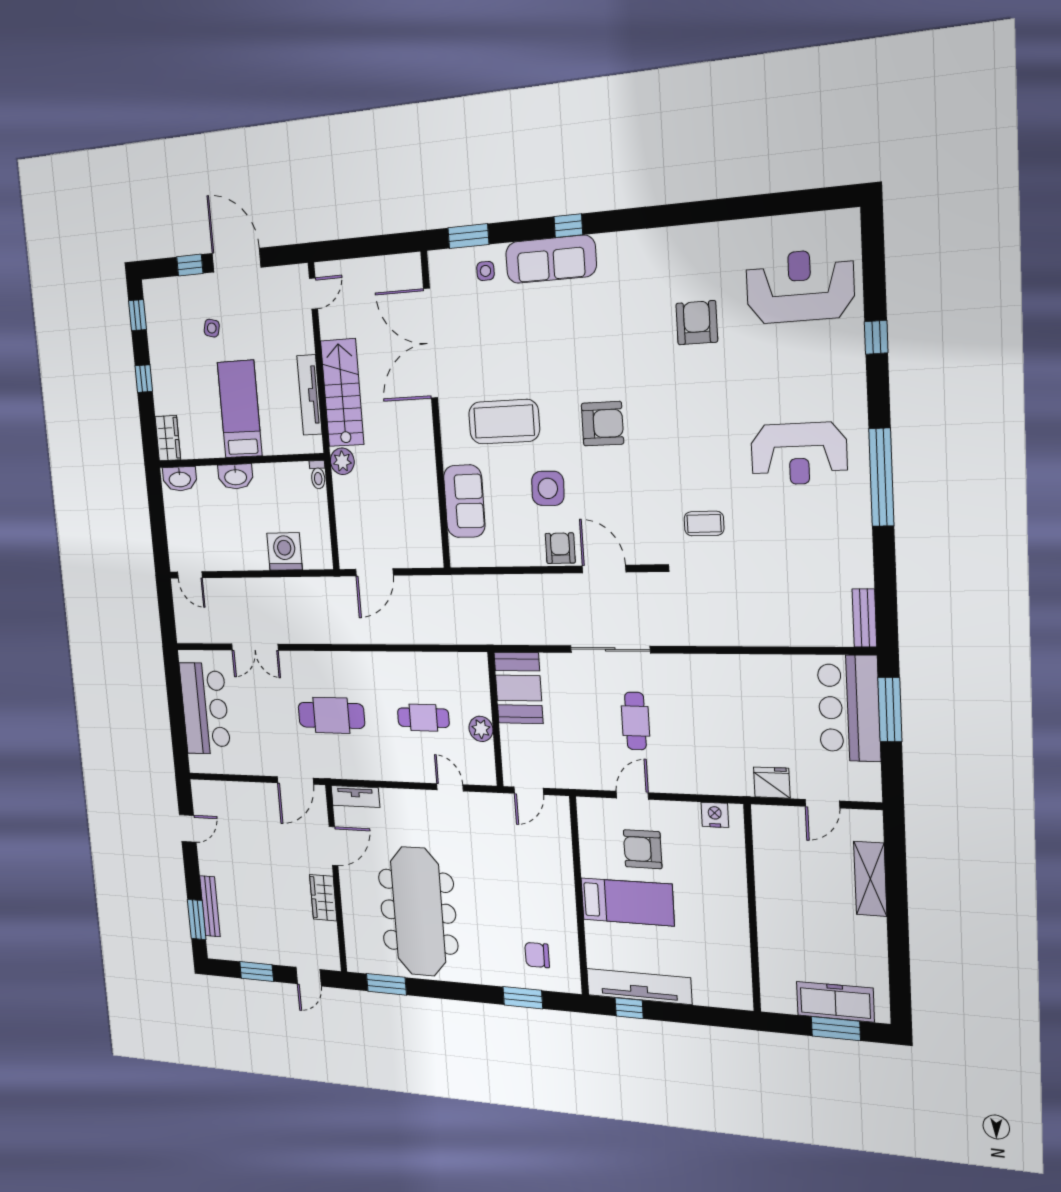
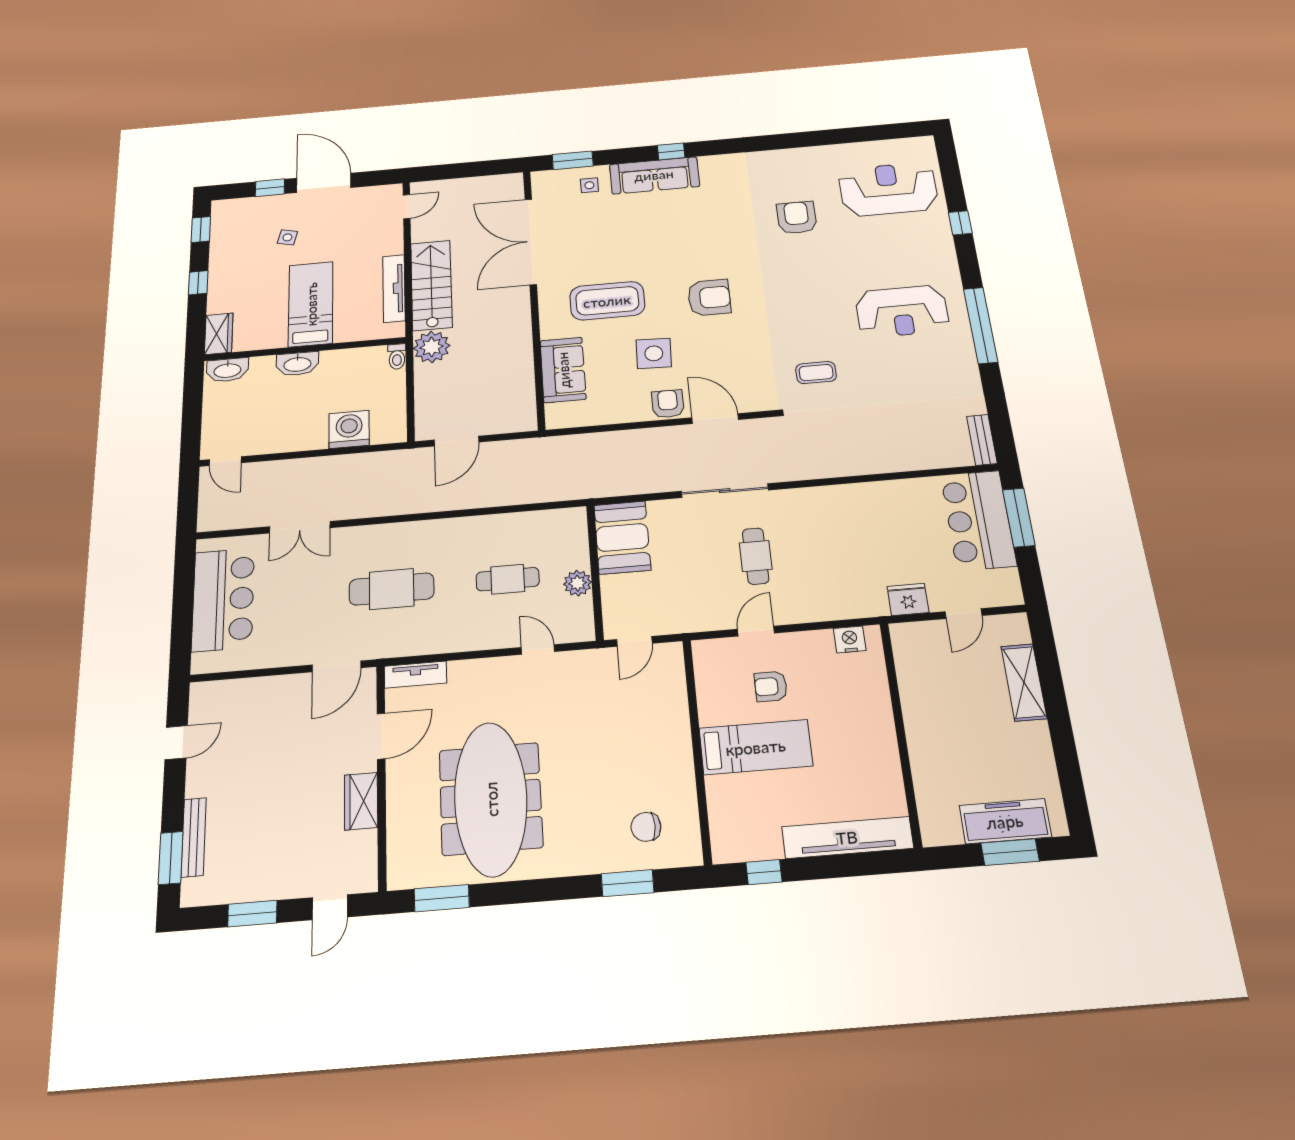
plant: (342, 461) -> (432, 347), width x1.36, depth x1.36
armchair: (643, 849) -> (771, 686), width x0.72, depth x0.72
tv unit: (639, 986) -> (847, 837), moved

